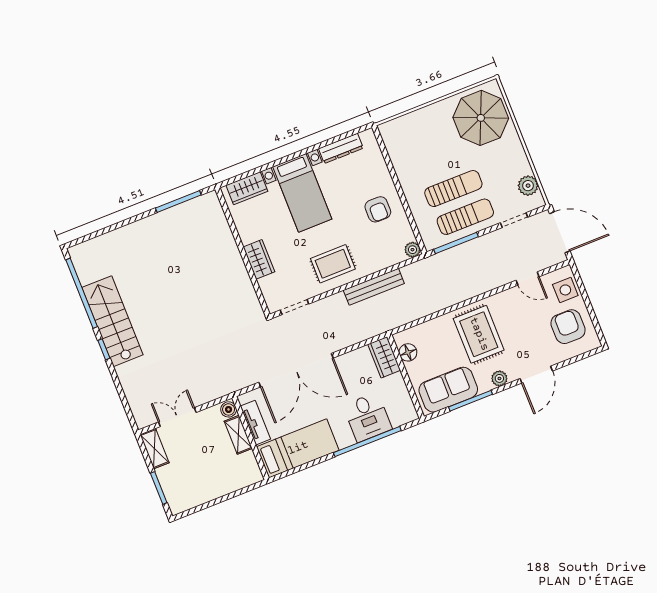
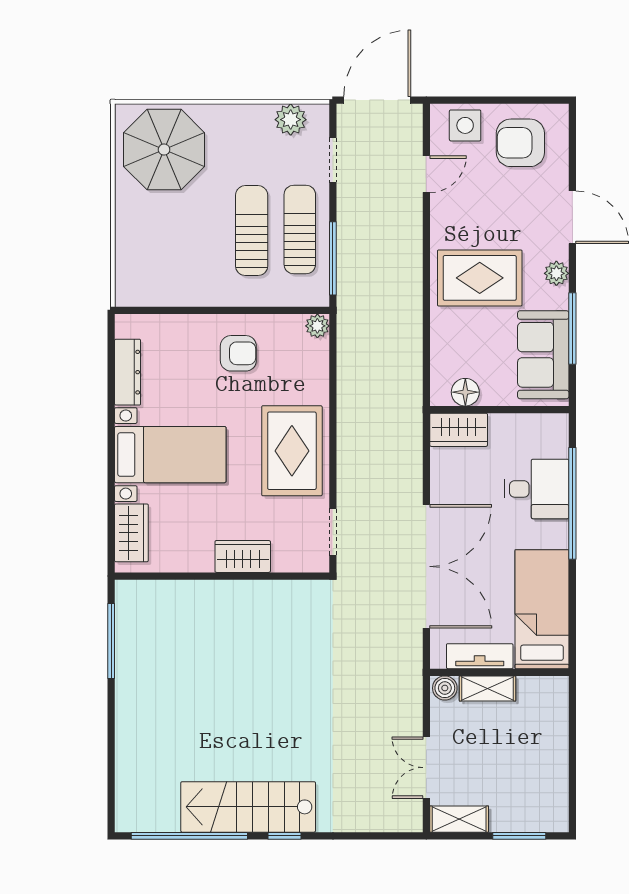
rug: (333, 264) -> (292, 451), width x1.36, depth x1.43
bench: (374, 287) -> (350, 404), removed

